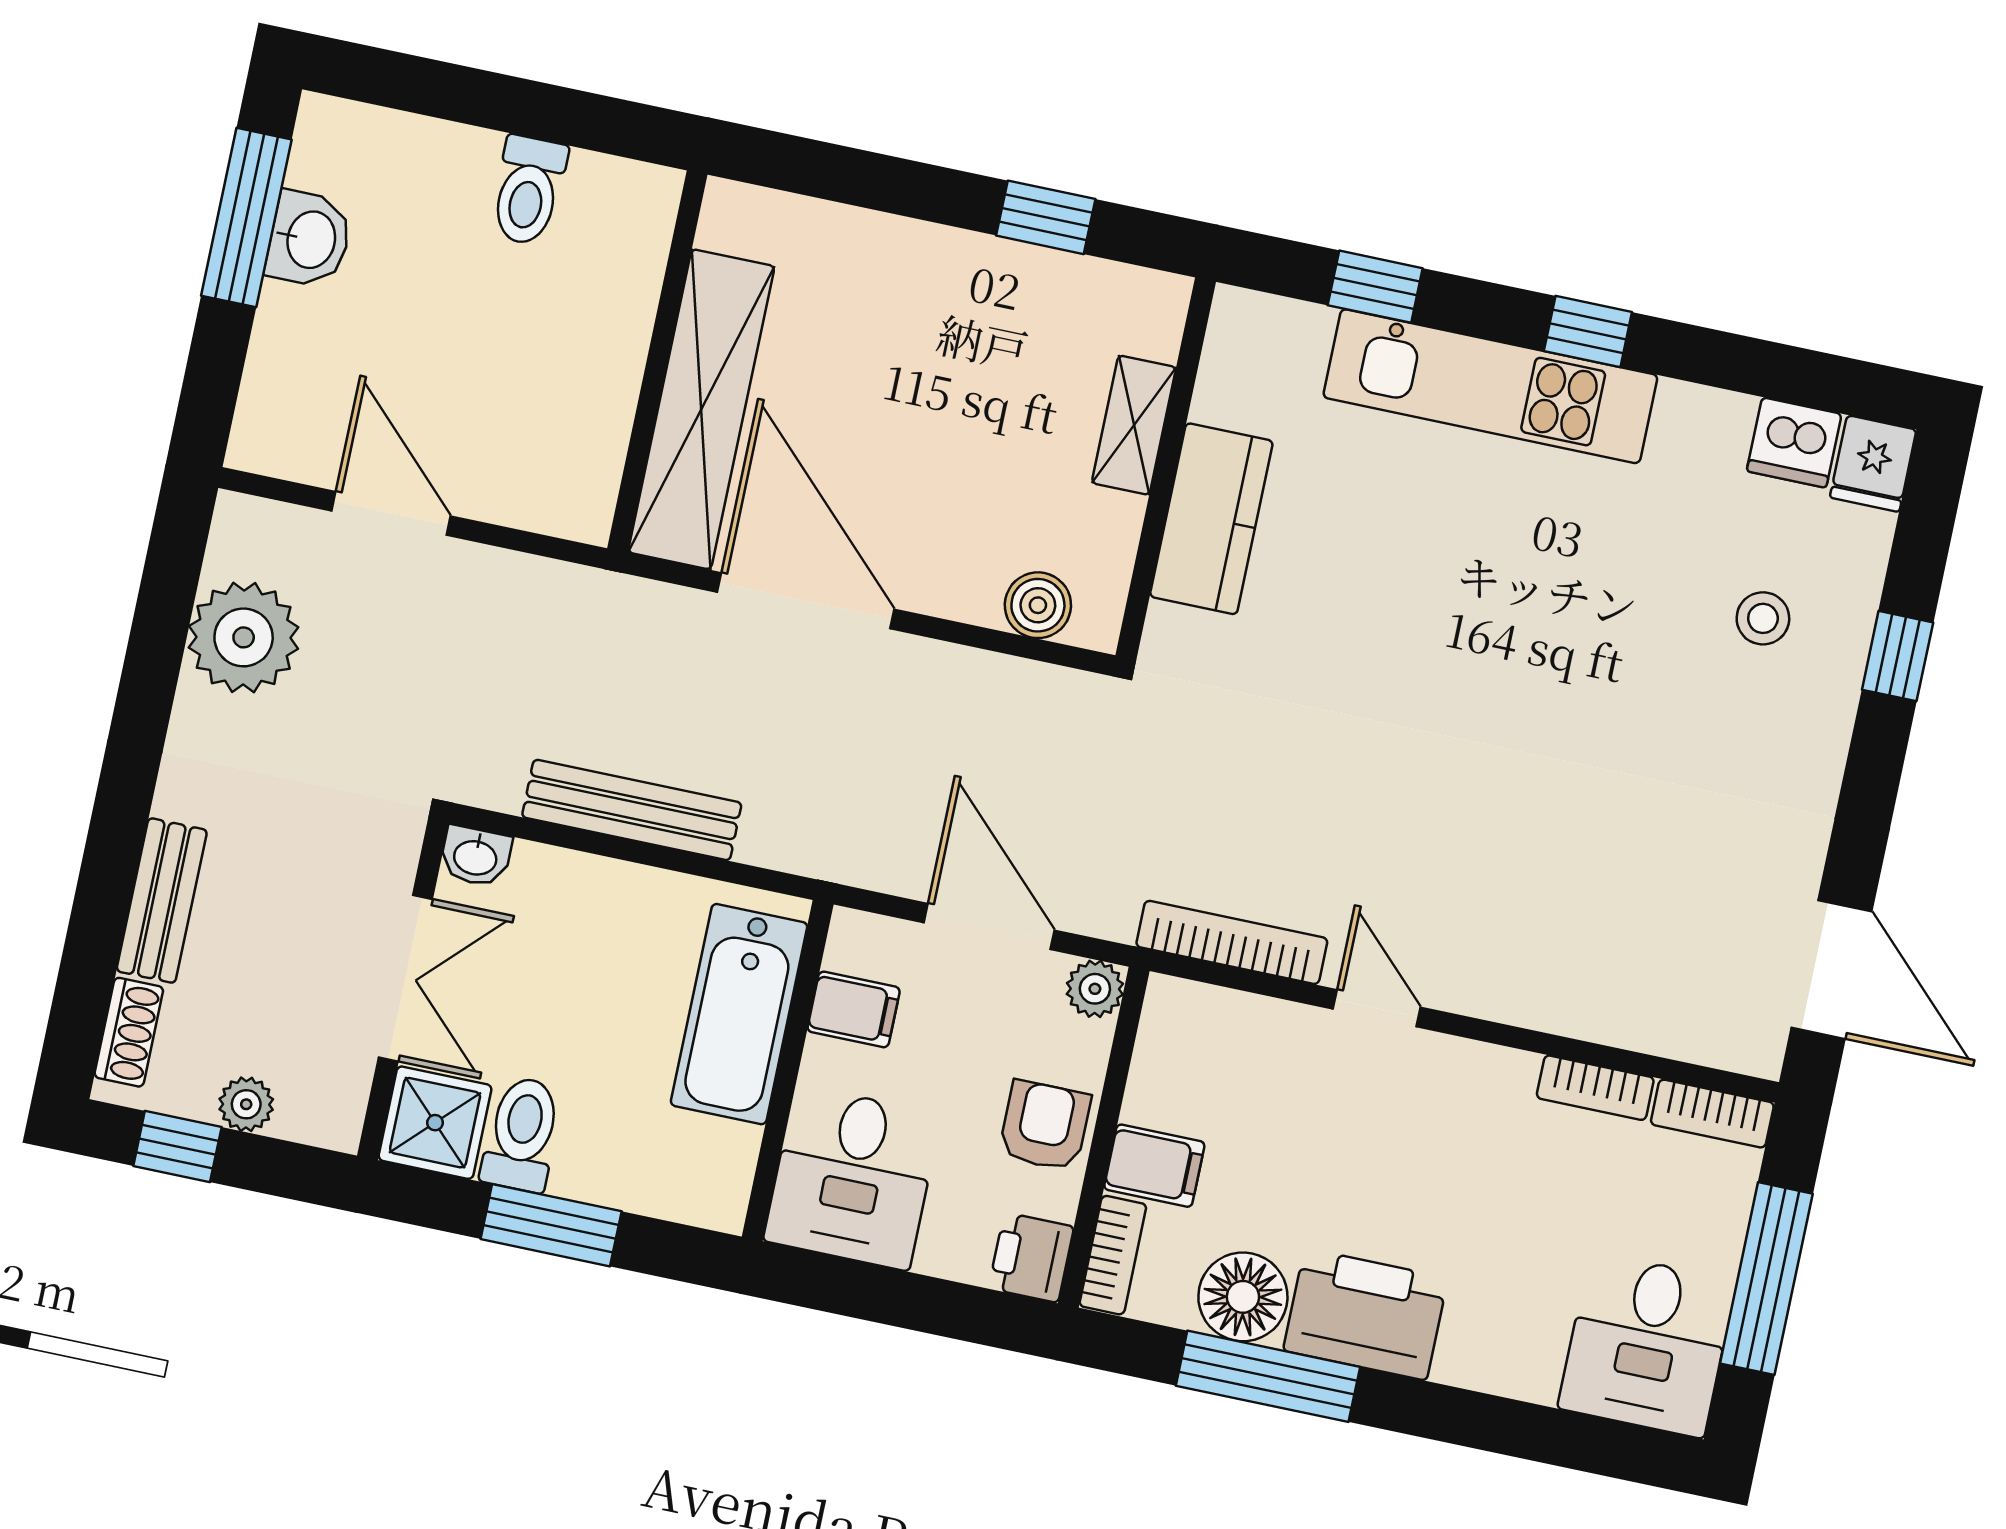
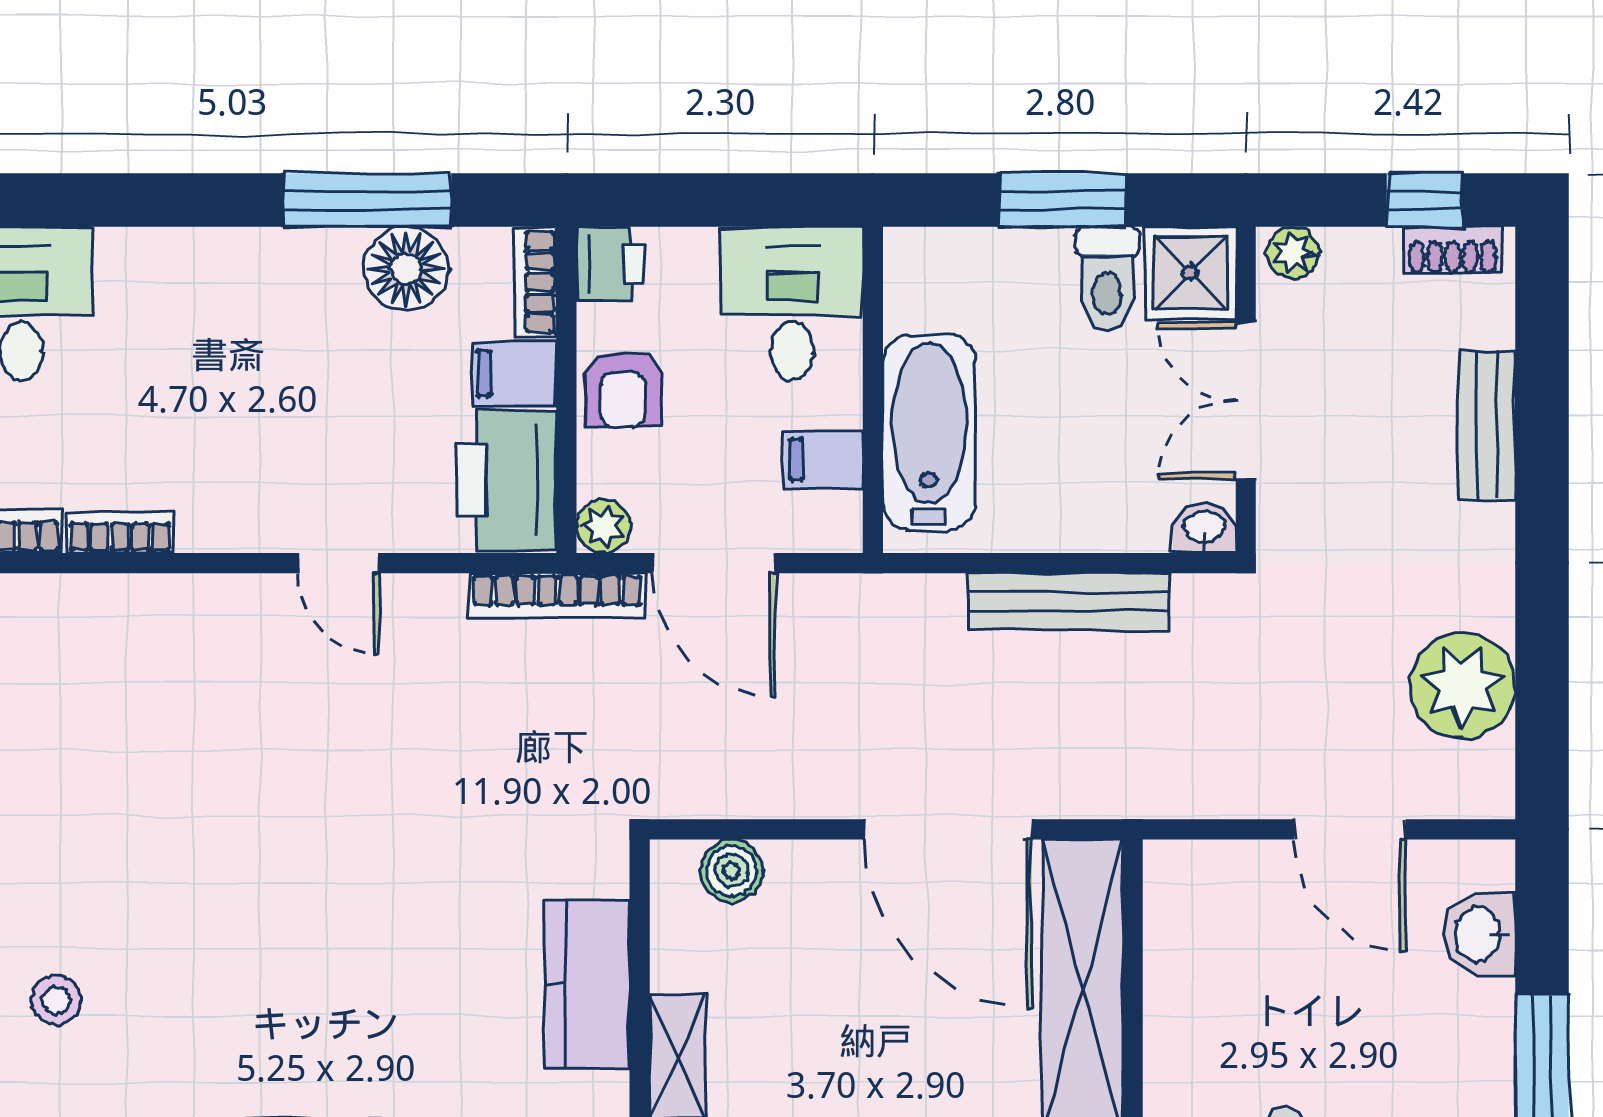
washbasin: (309, 239) -> (1480, 934), moved
bookcase: (1232, 942) -> (557, 596), moved
shoe rack: (129, 1032) -> (1453, 250), moved, turned -90
plant: (246, 1104) -> (1293, 253), moved
printer: (1366, 1314) -> (506, 480), moved, turned 90

